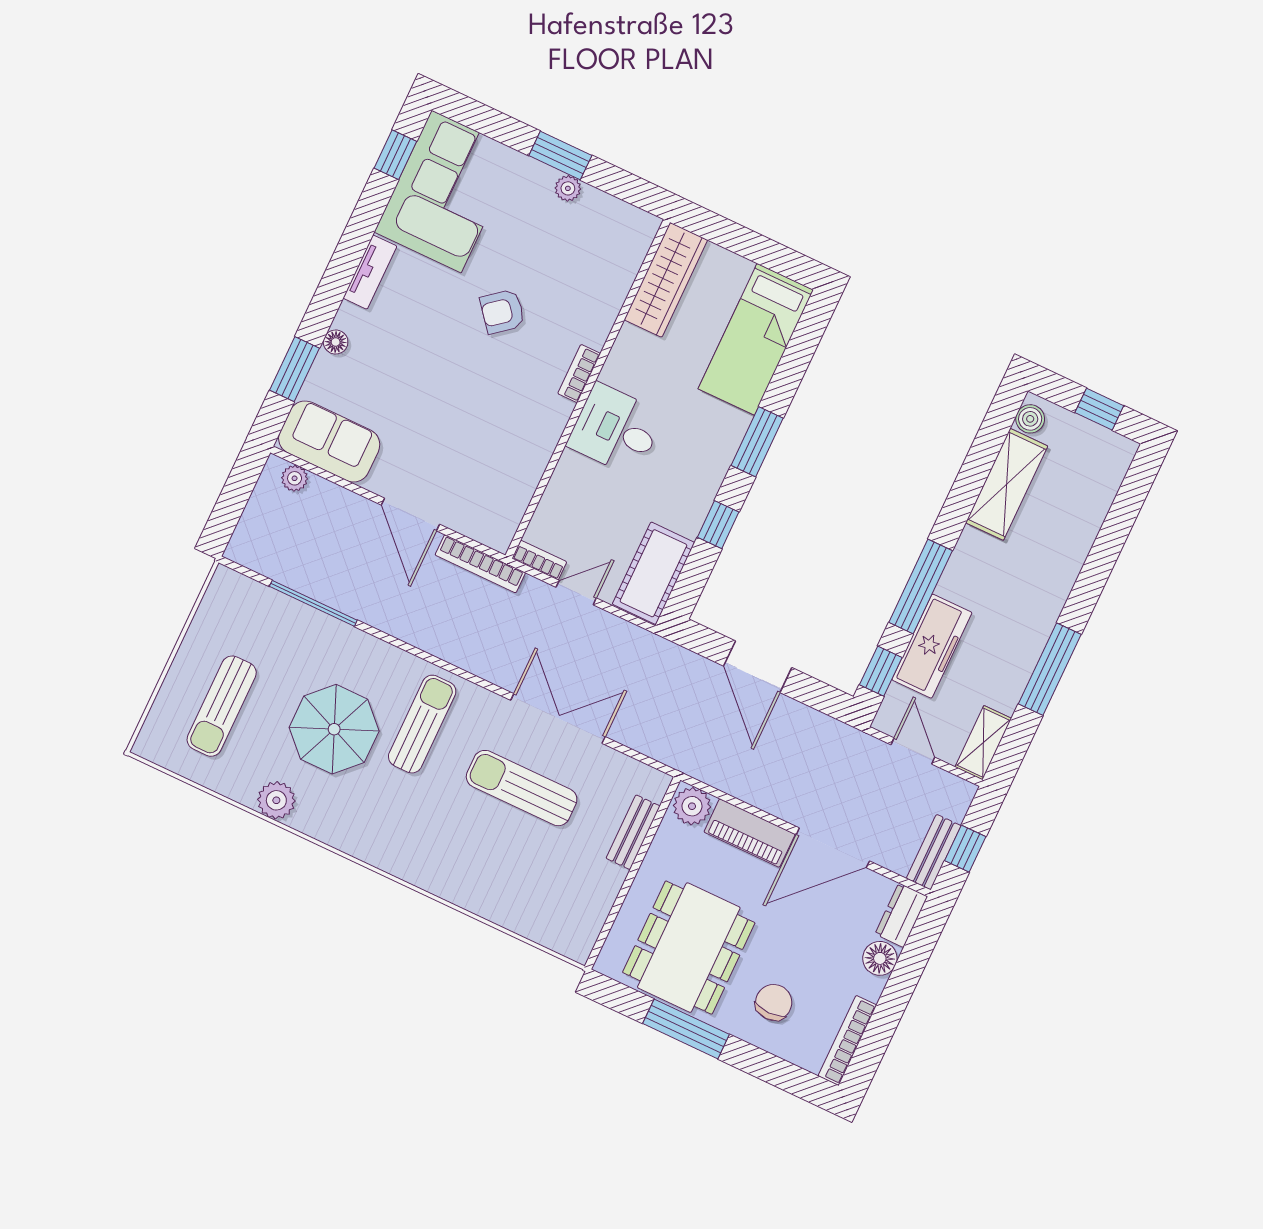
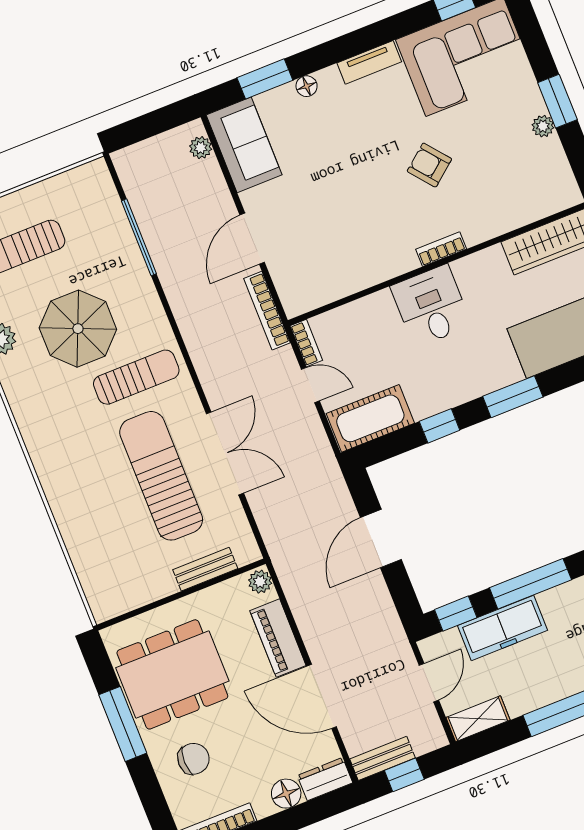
sun lounger: (522, 788) -> (161, 476), width x1.36, depth x1.34
plant: (692, 806) -> (260, 582), width x0.73, depth x0.73

